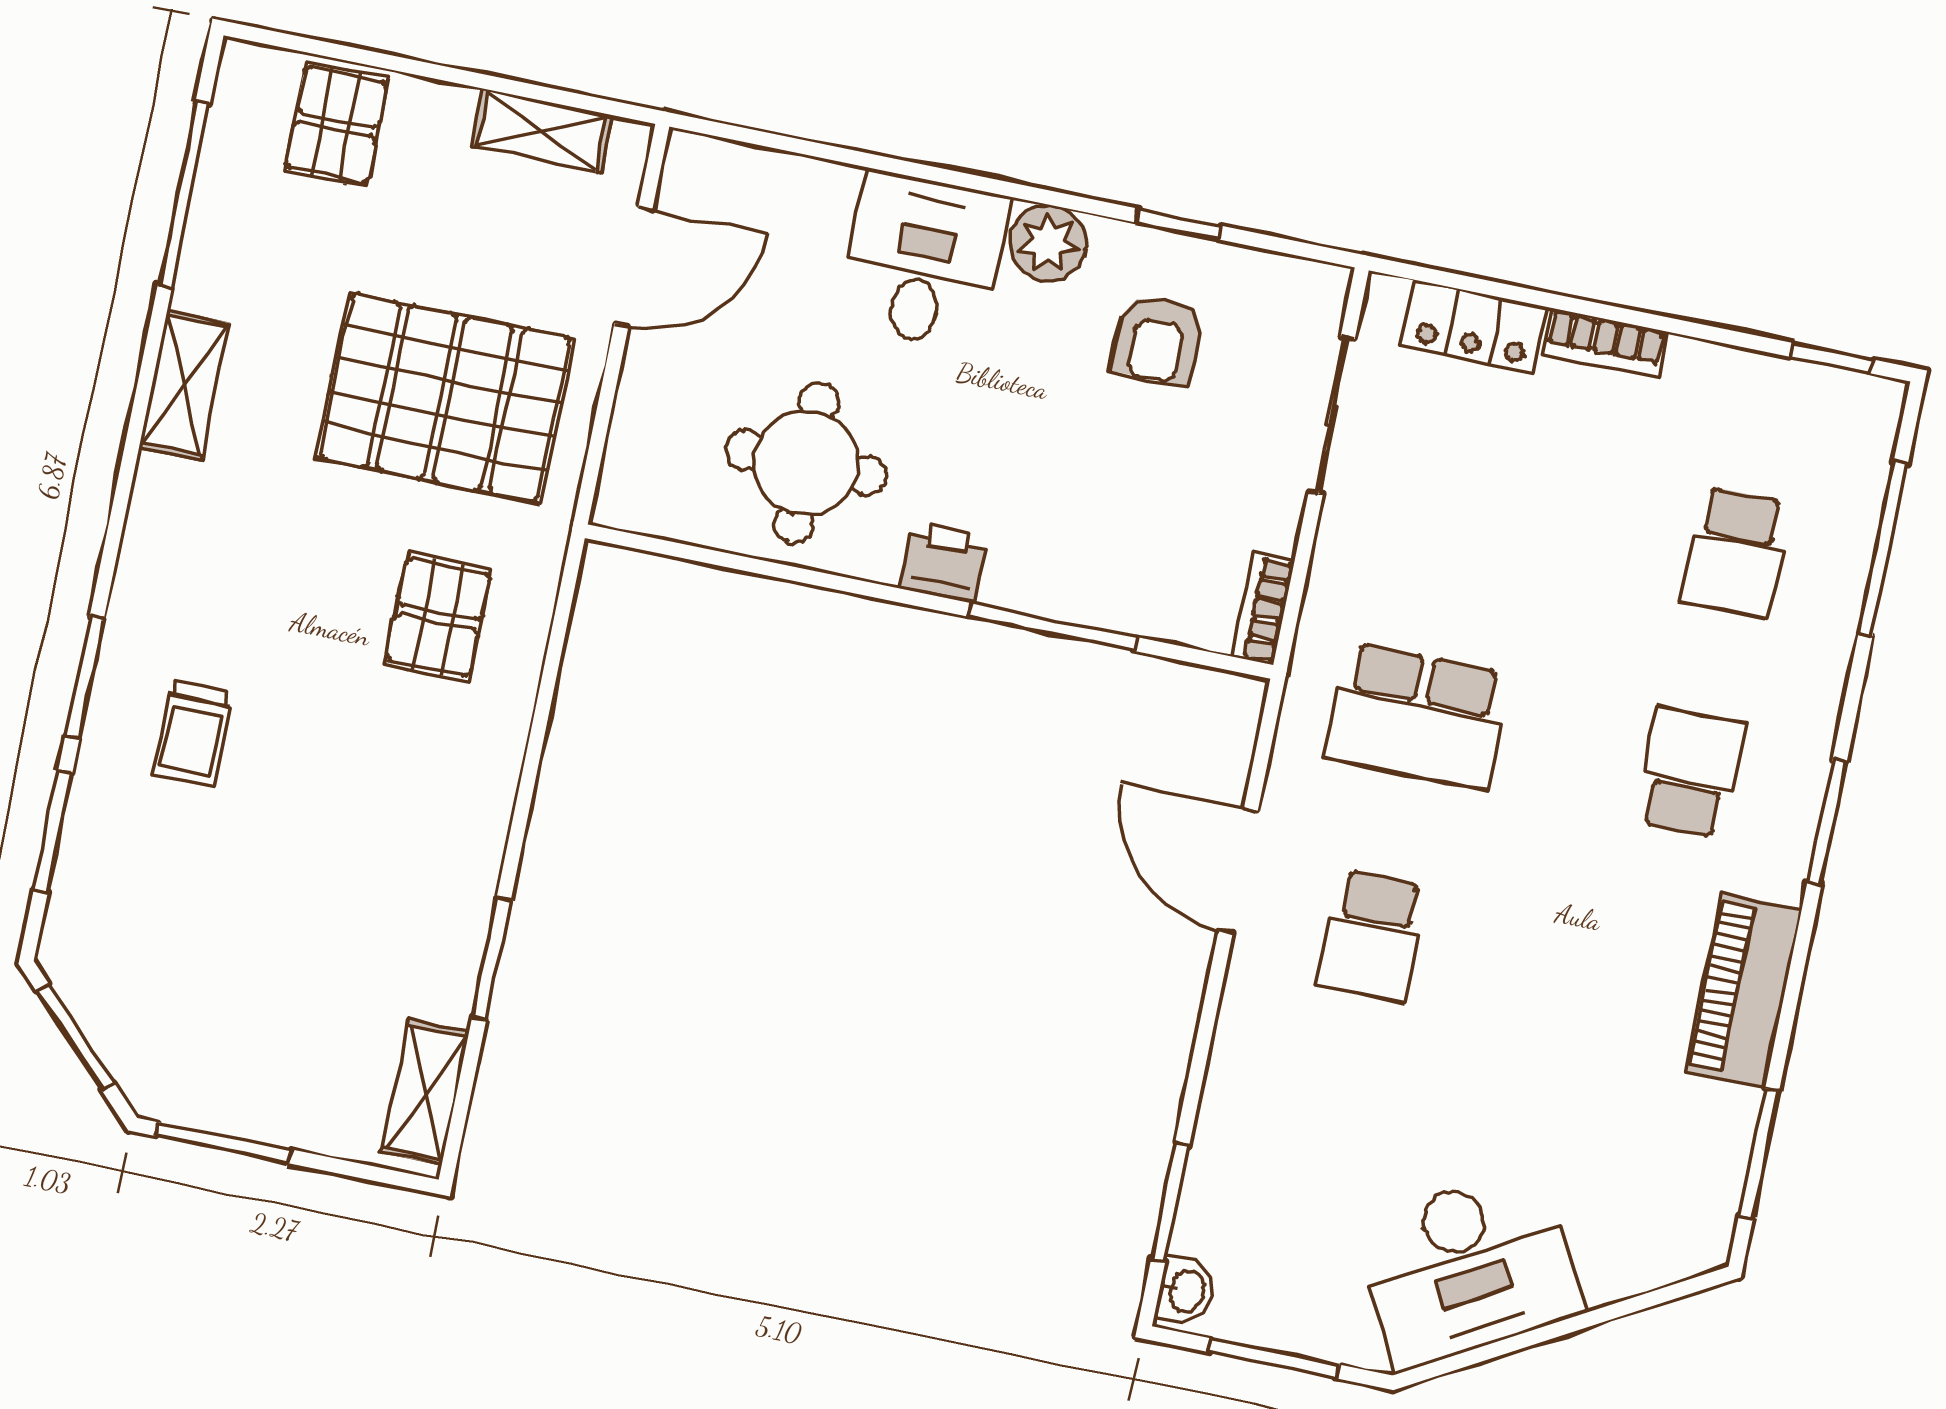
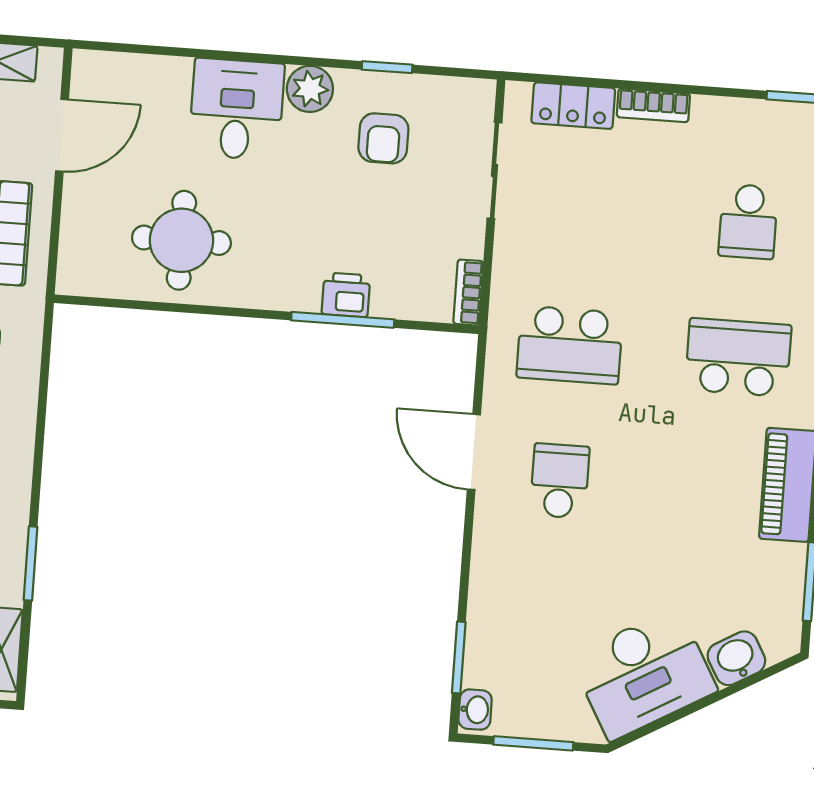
printer: (944, 562) -> (346, 295), moved
school desk: (1690, 772) -> (738, 357), width x1.85
school desk: (1372, 936) -> (560, 481), turned 180
washbasin: (1623, 1263) -> (736, 658), added

